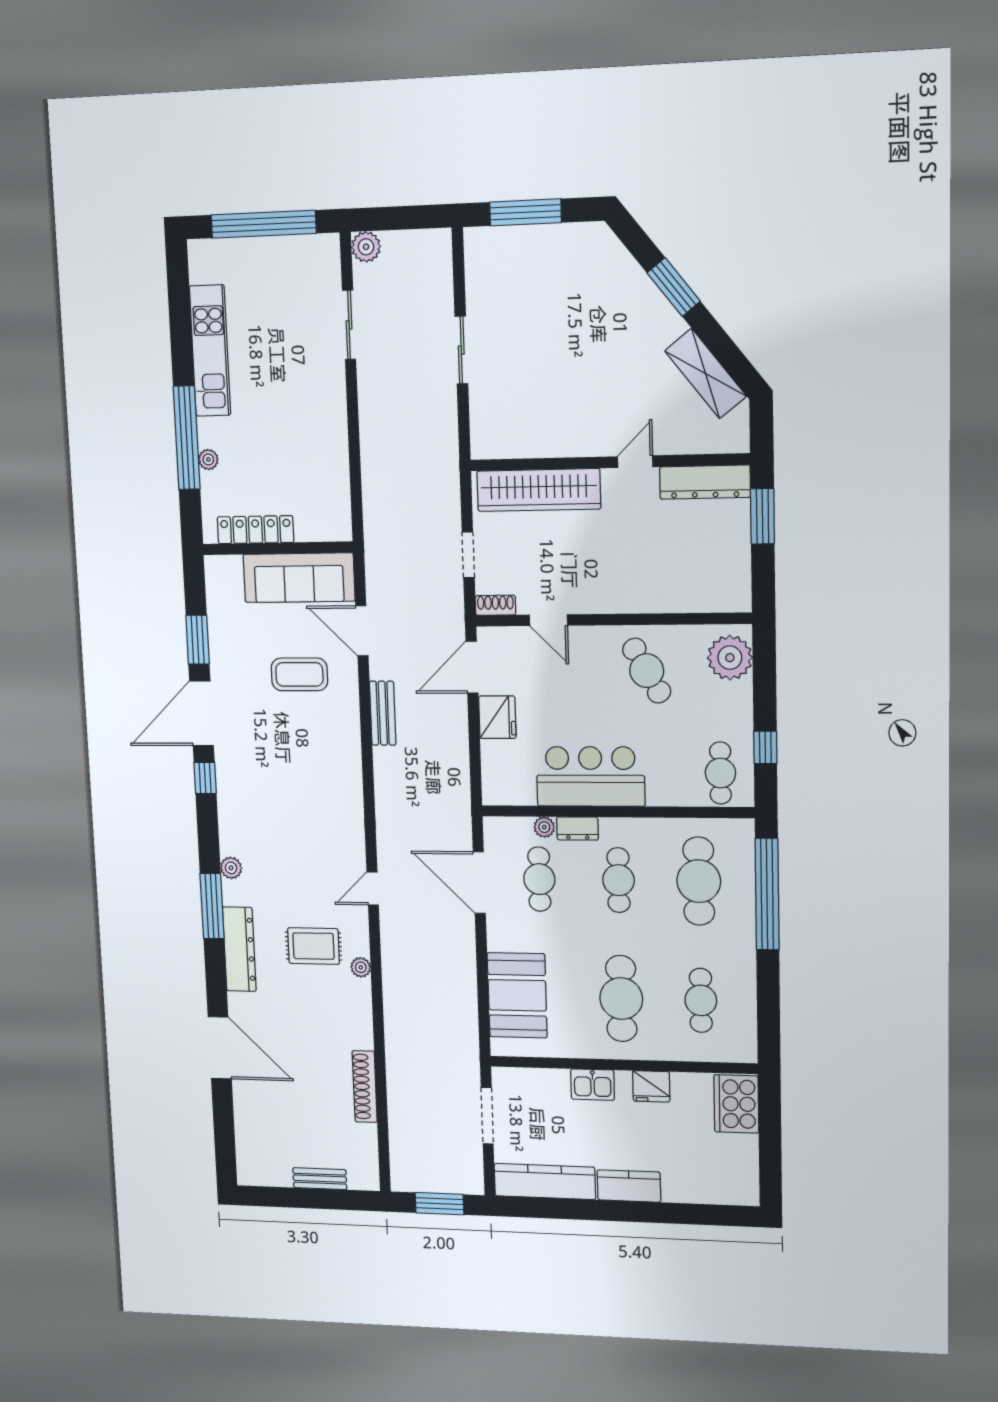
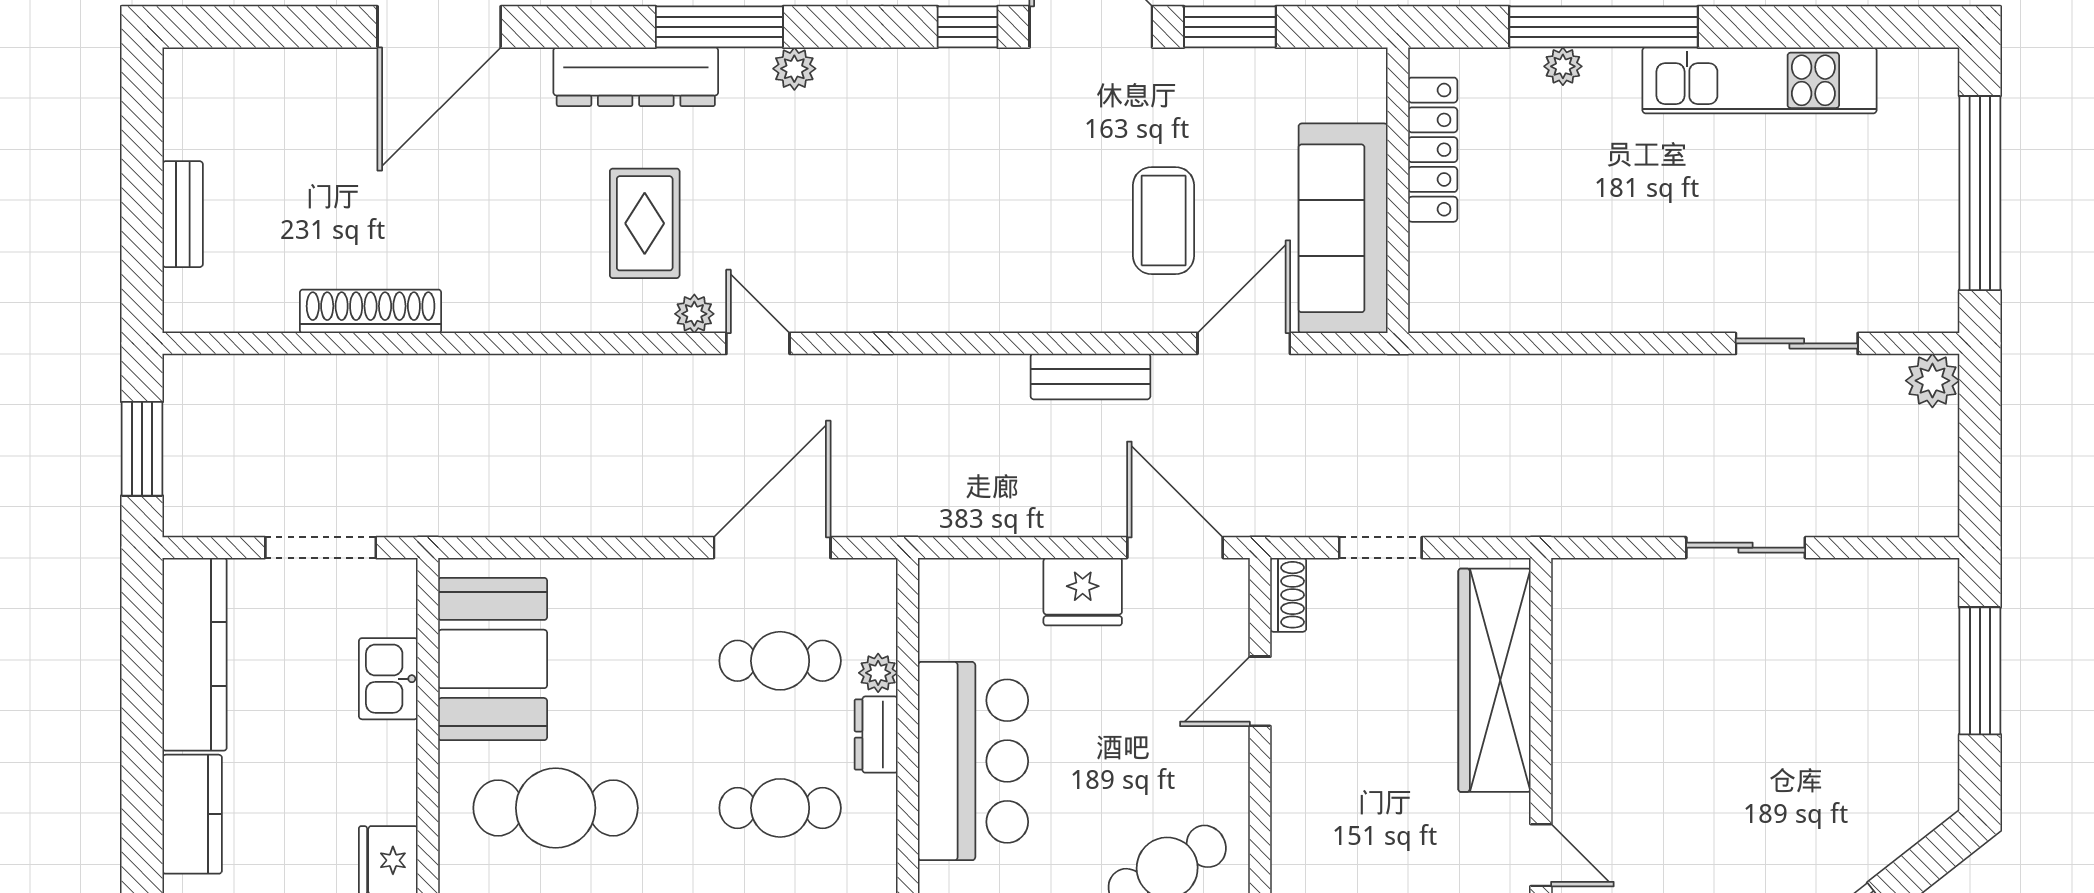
plant: (361, 967) -> (694, 314), moved
booth: (517, 995) -> (493, 659), moved, turned 90
kitchen sink: (593, 1085) -> (388, 679), moved

